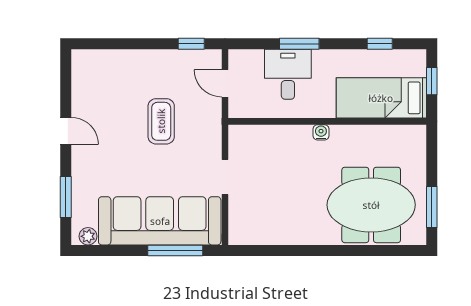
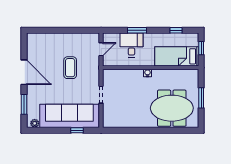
window: (191, 44) -> (85, 30), removed
door: (225, 83) -> (101, 49), swing flipped
door: (66, 131) -> (24, 72), width x1.87
window: (432, 207) -> (201, 98), moved
window: (175, 250) -> (77, 130), width x0.46

